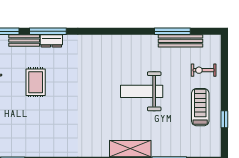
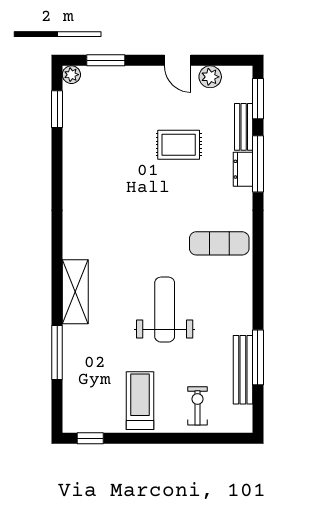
exercise mat: (99, 56) -> (219, 243), added
treadmill: (200, 107) -> (140, 401), turned -90
window: (224, 119) -> (90, 438), moved

